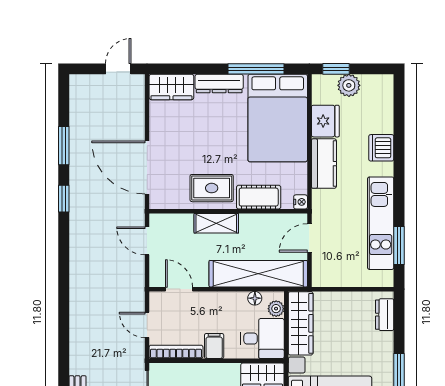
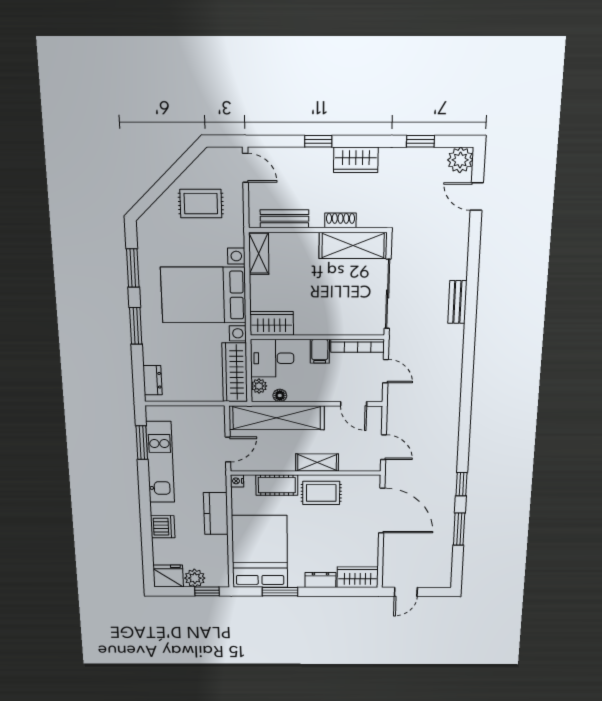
window: (256, 69) -> (280, 592), width x0.69
dresser: (219, 83) -> (320, 580), width x0.70
fridge: (325, 121) -> (168, 576), moved, turned 90

